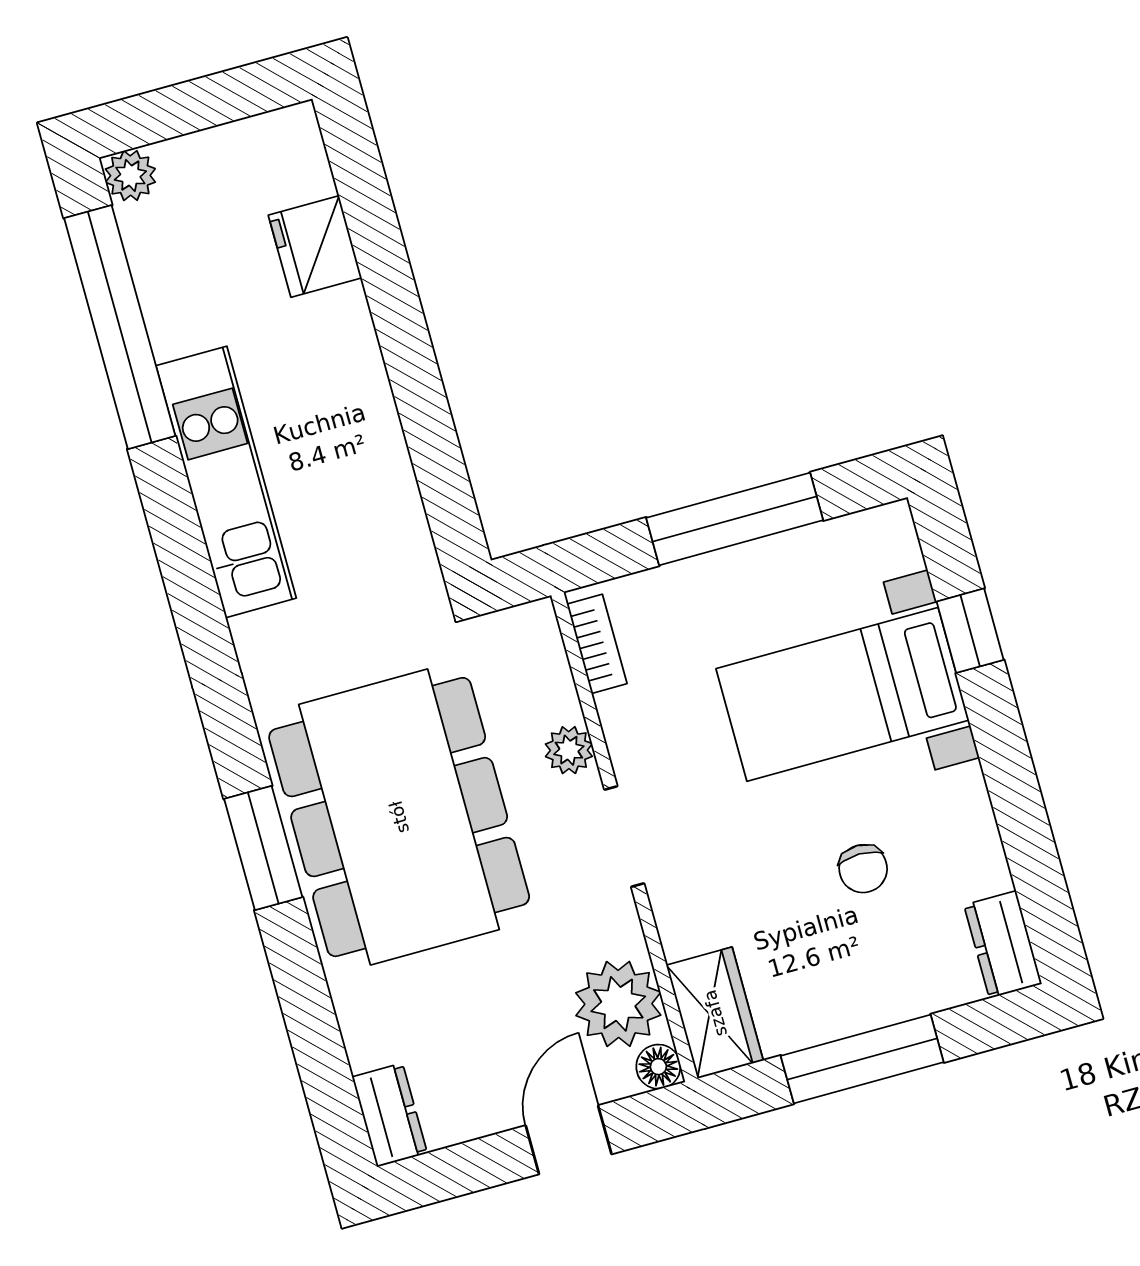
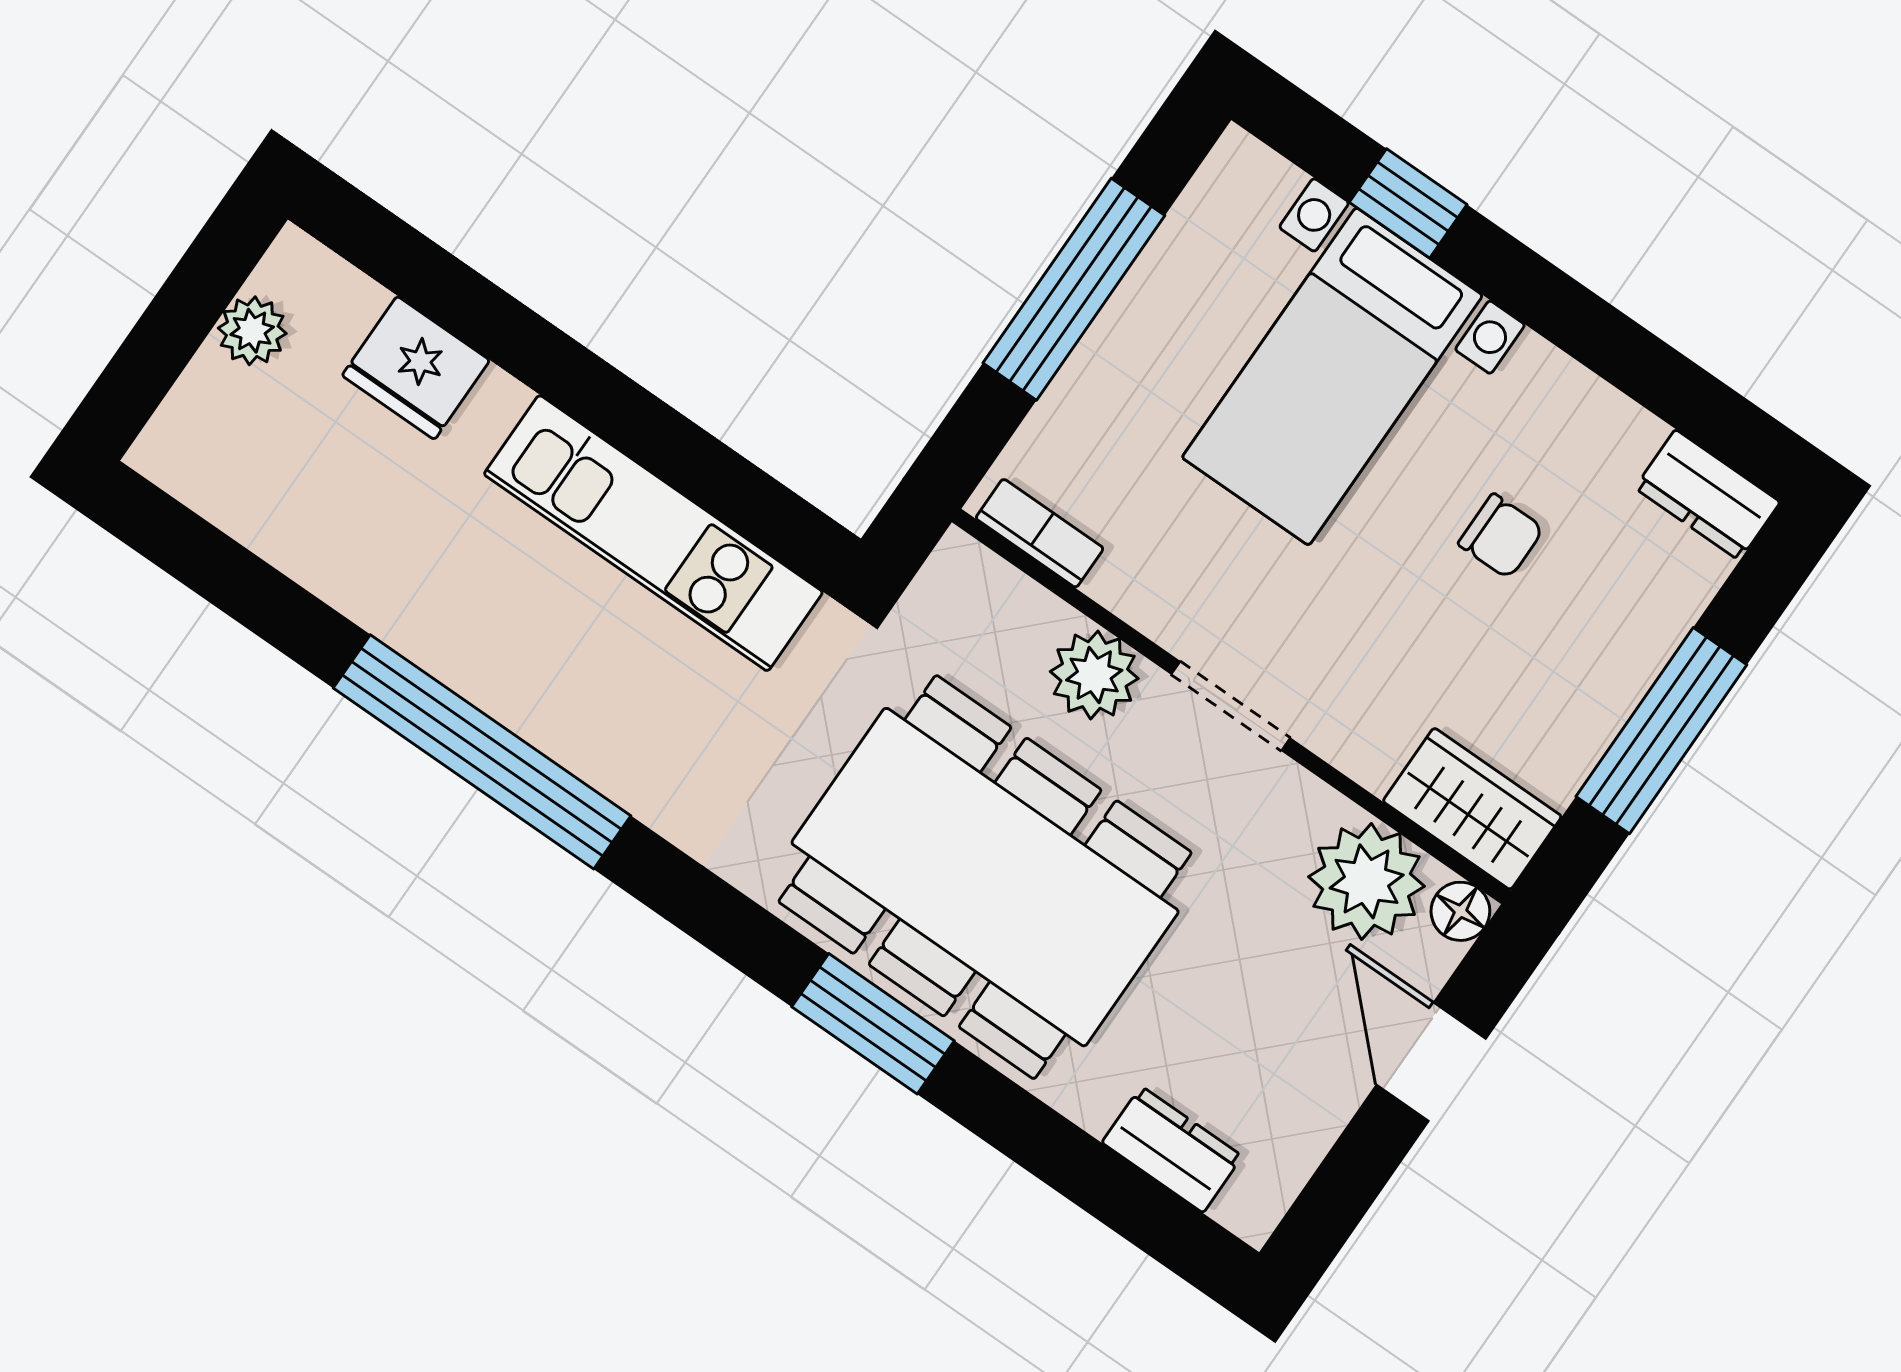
plant: (130, 176) -> (252, 331), moved
window: (120, 327) -> (482, 752), moved
kitchen unit: (226, 482) -> (653, 533), moved, turned 180
plant: (569, 750) -> (1094, 675), width x1.38, depth x1.38
dresser: (390, 1115) -> (1172, 1149), moved

